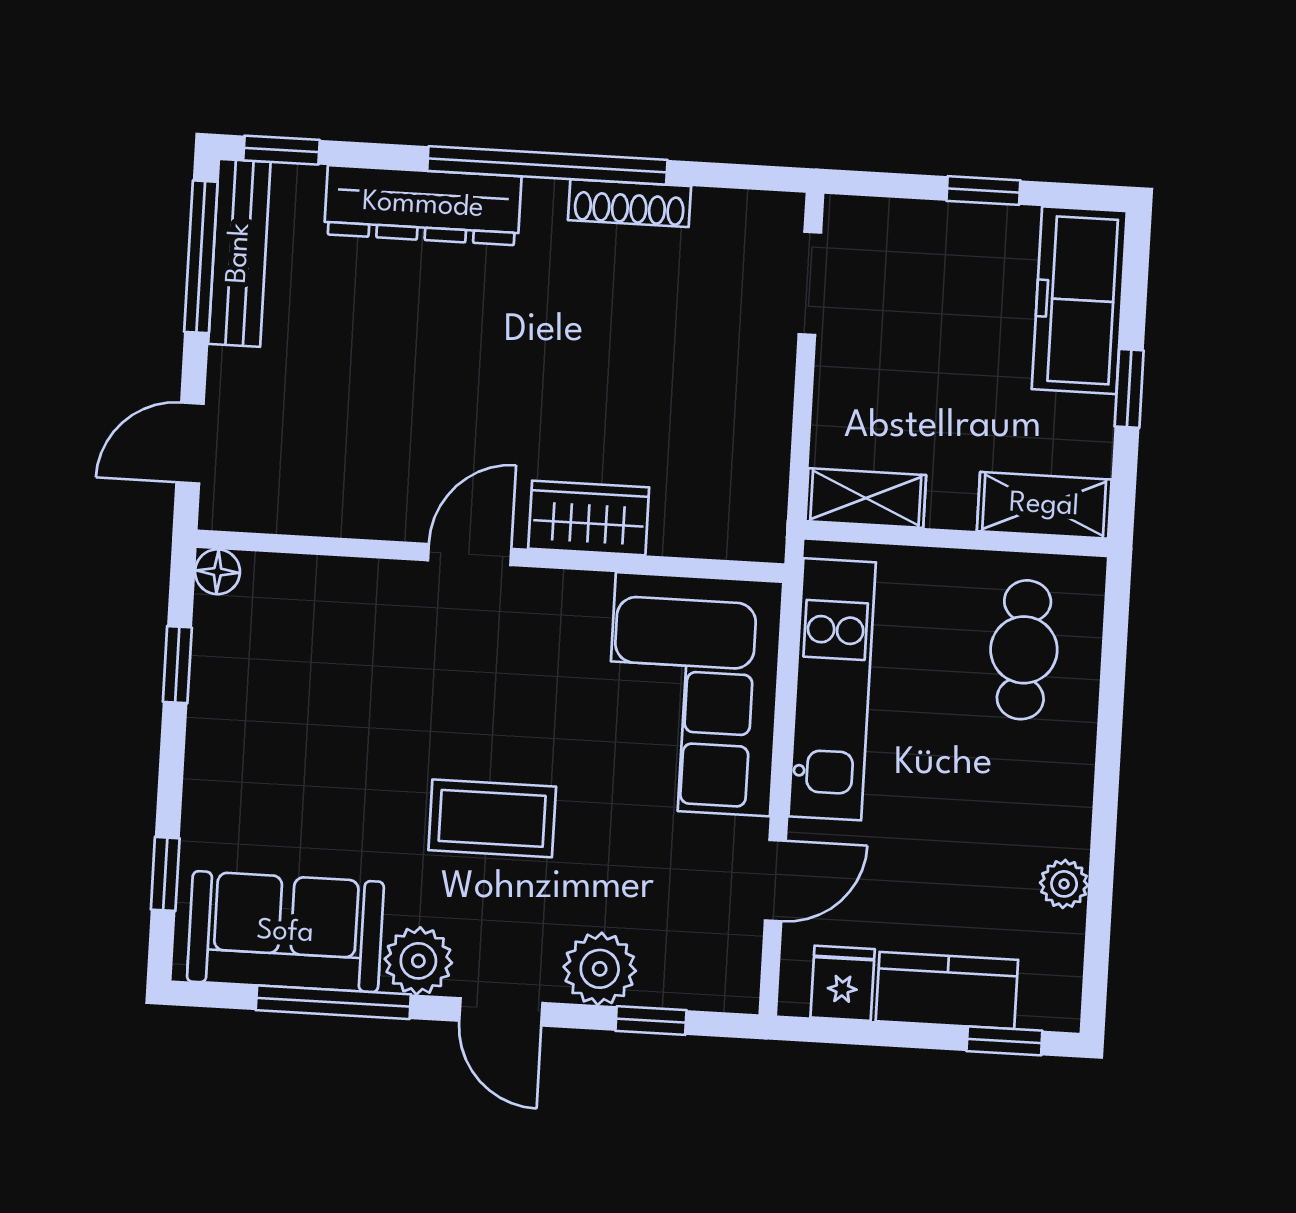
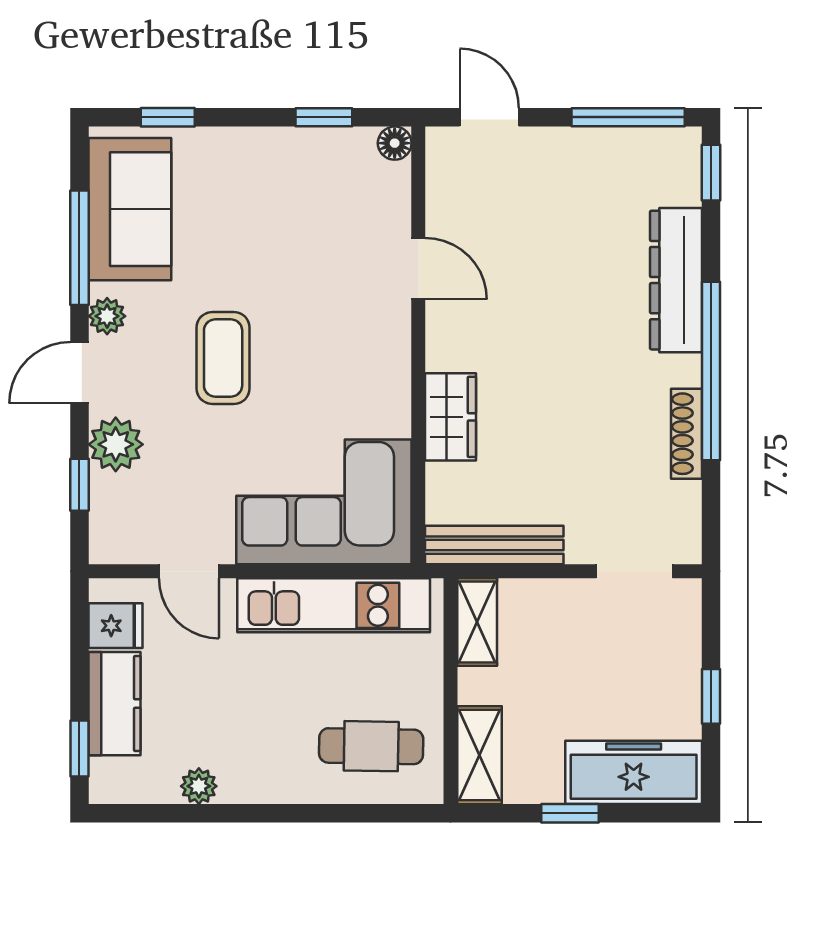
bench: (239, 253) -> (494, 545), moved
door: (470, 555) -> (418, 269), moved
plant: (418, 961) -> (107, 316), width x0.73, depth x0.73

